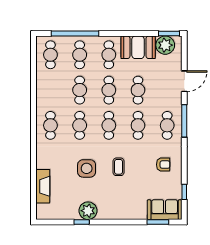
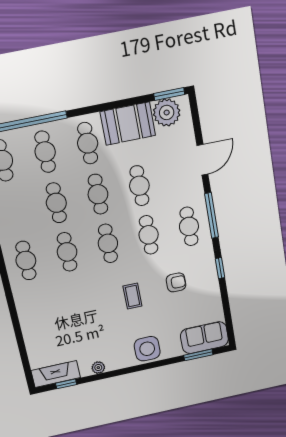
armchair: (163, 165) -> (176, 282), moved
side table: (87, 168) -> (147, 349), moved
fireplace: (43, 186) -> (56, 374), moved, turned -90
window: (184, 192) -> (220, 268), moved
plant: (88, 211) -> (98, 368), width x0.53, depth x0.53
window: (82, 222) -> (66, 384), moved

